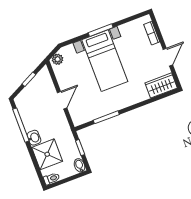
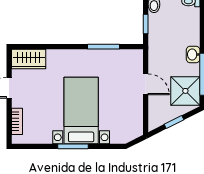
plant: (58, 59) -> (133, 132), removed
door: (62, 100) -> (146, 84), swing flipped
shower: (47, 154) -> (185, 91), moved

